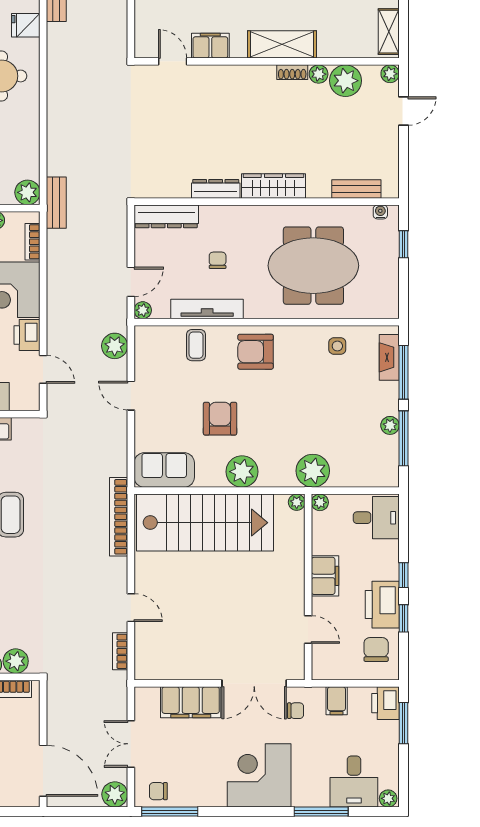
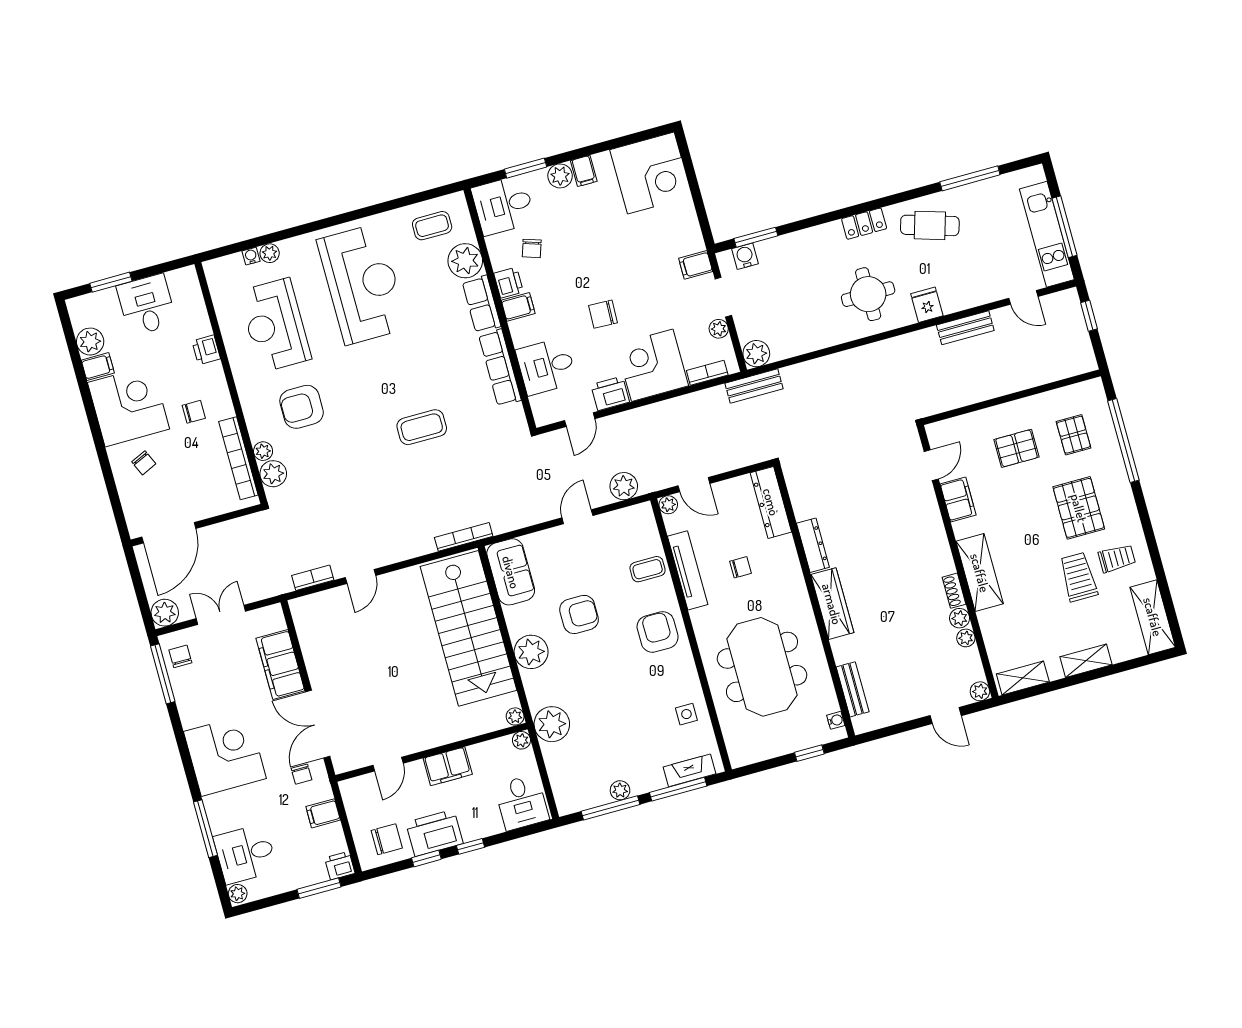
plant: (346, 81) -> (966, 638), width x0.53, depth x0.53
bookcase: (119, 517) -> (464, 537), width x0.68, depth x0.76
printer: (386, 703) -> (340, 866), width x0.73, depth x0.81

